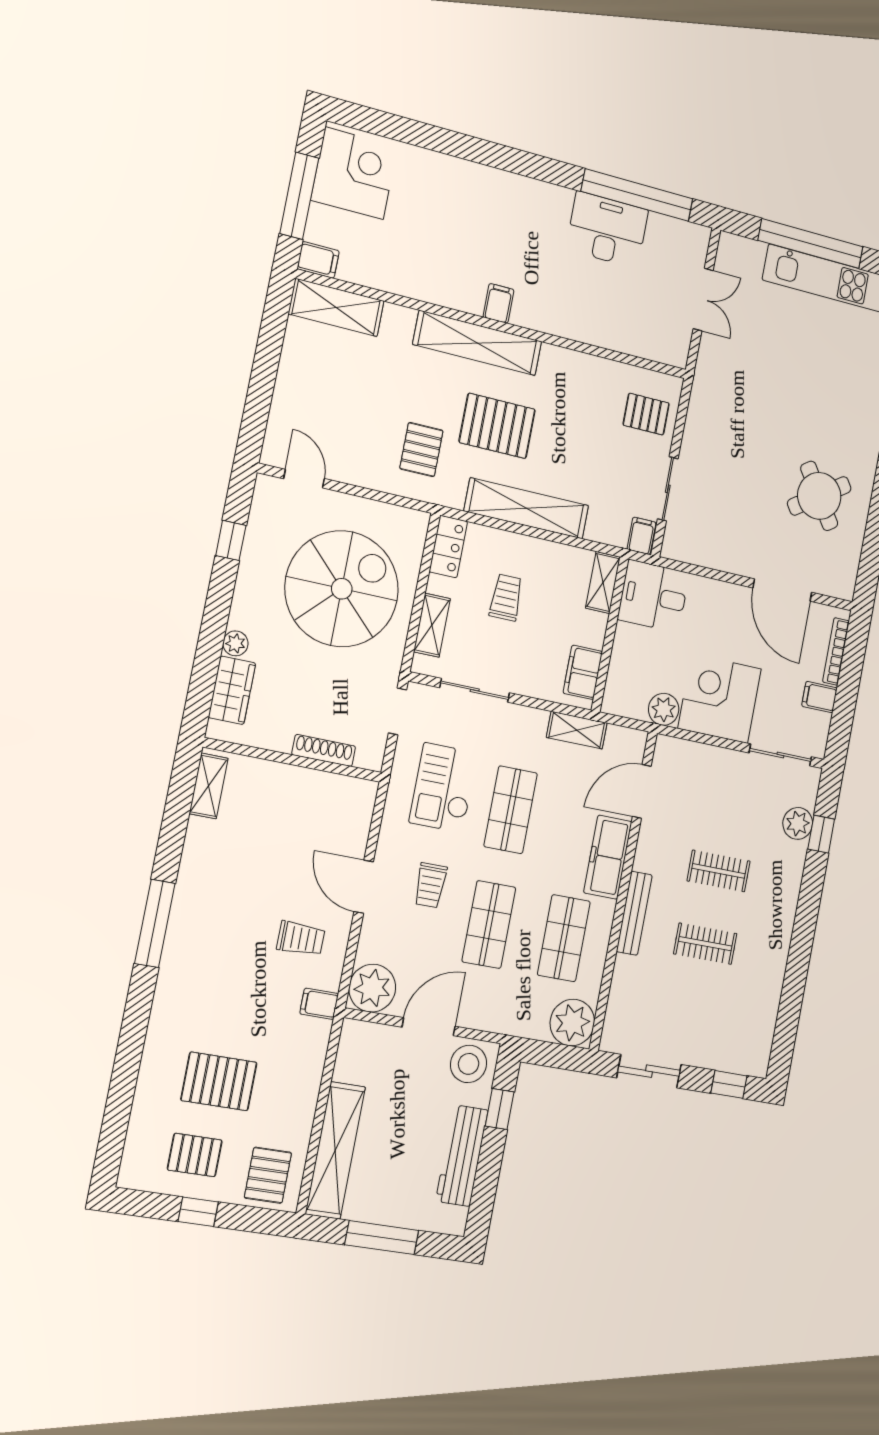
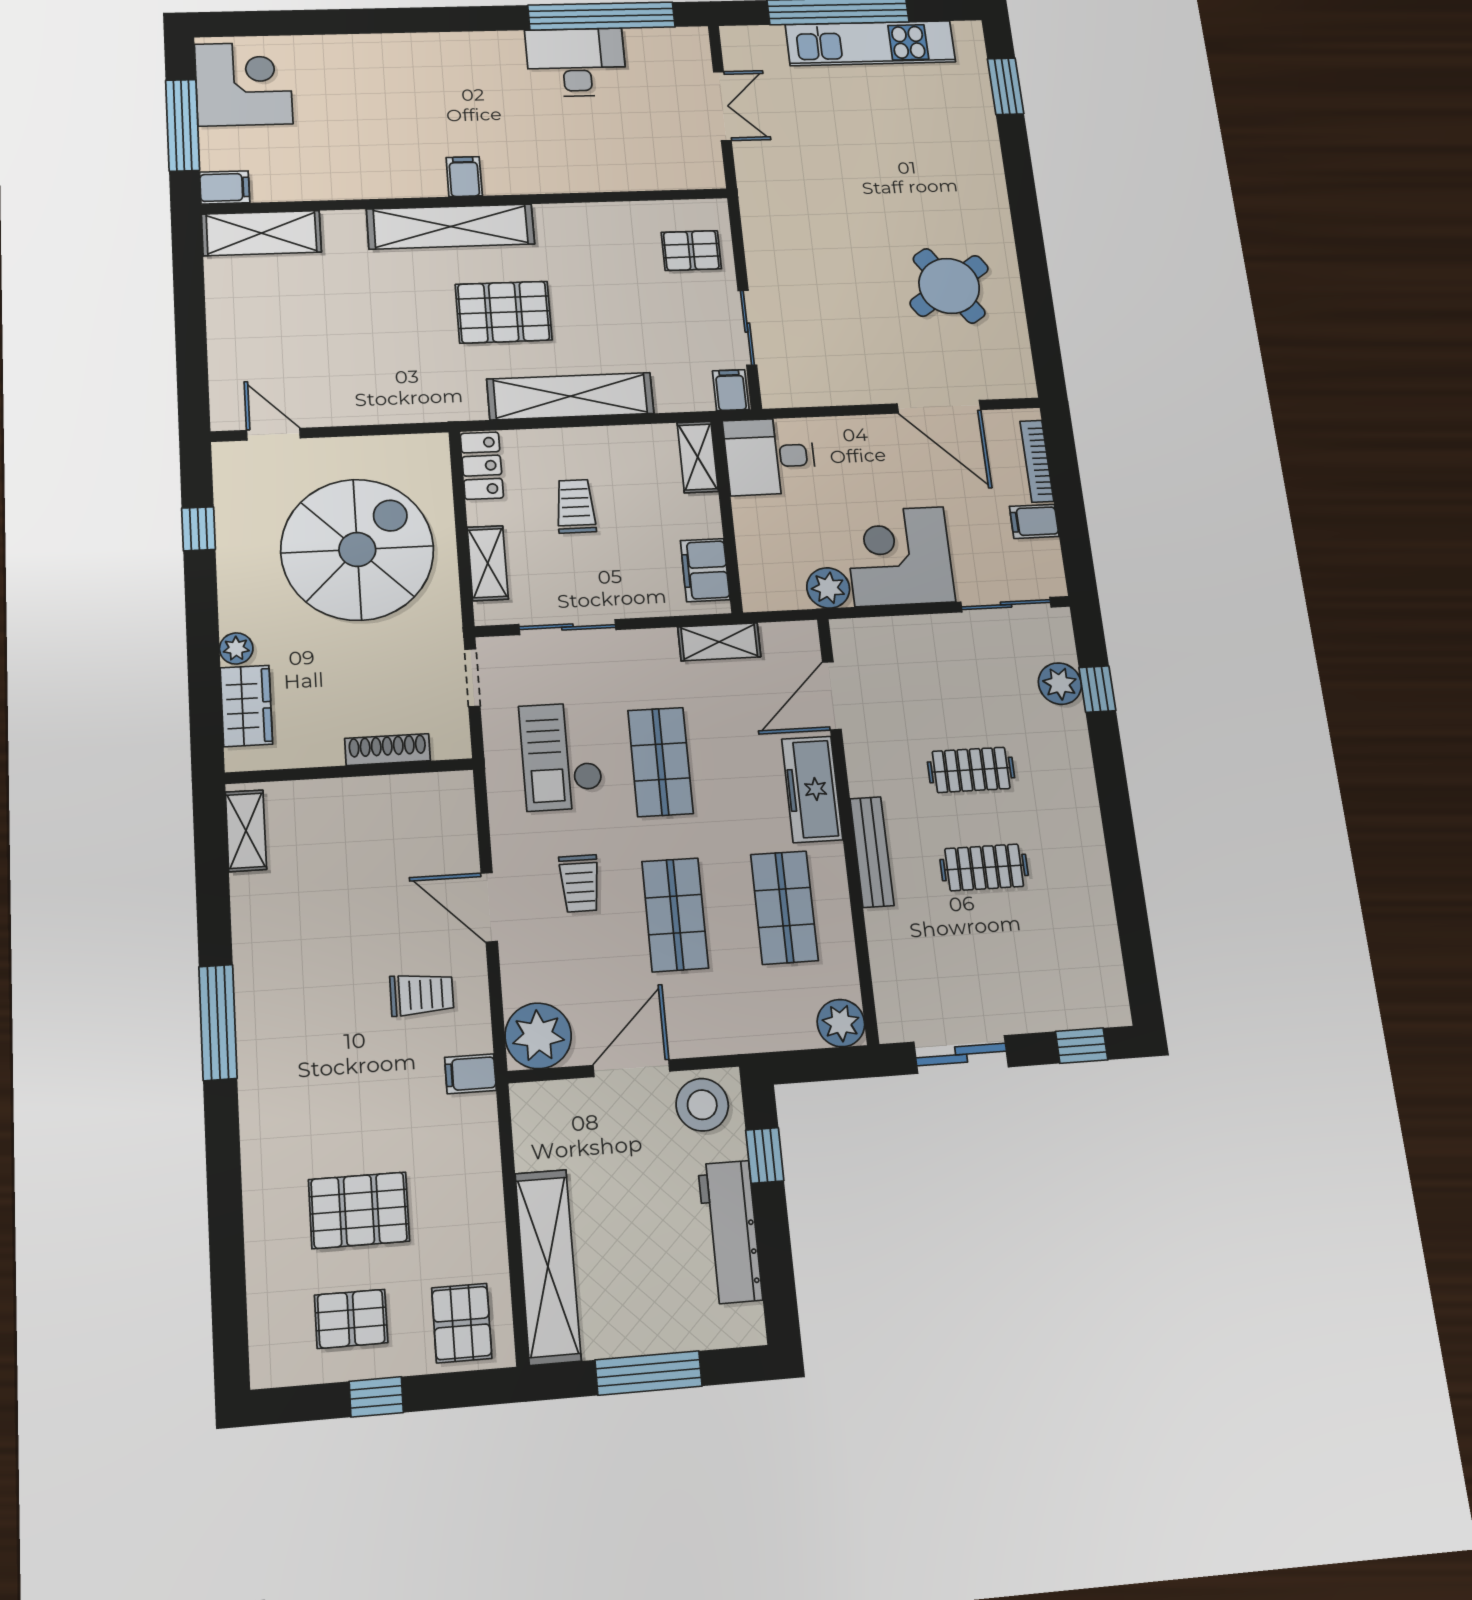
pallet: (421, 450) -> (414, 363), removed
plant: (572, 1023) -> (841, 1023), width x0.73, depth x0.73

